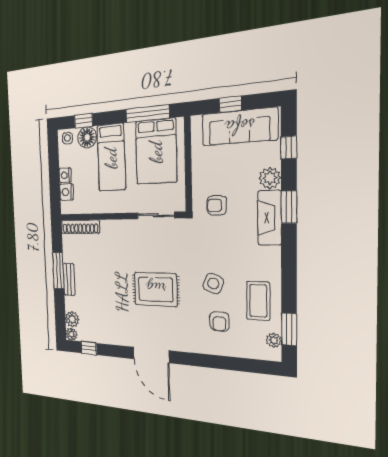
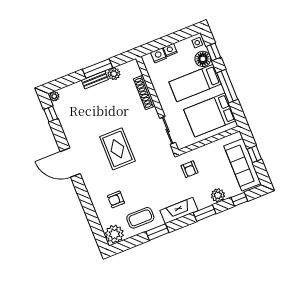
window: (147, 114) -> (227, 86), moved
armchair: (217, 205) -> (190, 169), turned 180
fireplace: (269, 218) -> (179, 210), moved
shoe rack: (80, 227) -> (144, 92), moved
side table: (213, 284) -> (139, 186), removed
plant: (72, 319) -> (114, 74), moved
window: (289, 329) -> (157, 232), moved
plant: (274, 340) -> (114, 234), width x1.88, depth x1.88
door: (151, 355) -> (70, 163), hinge flipped

